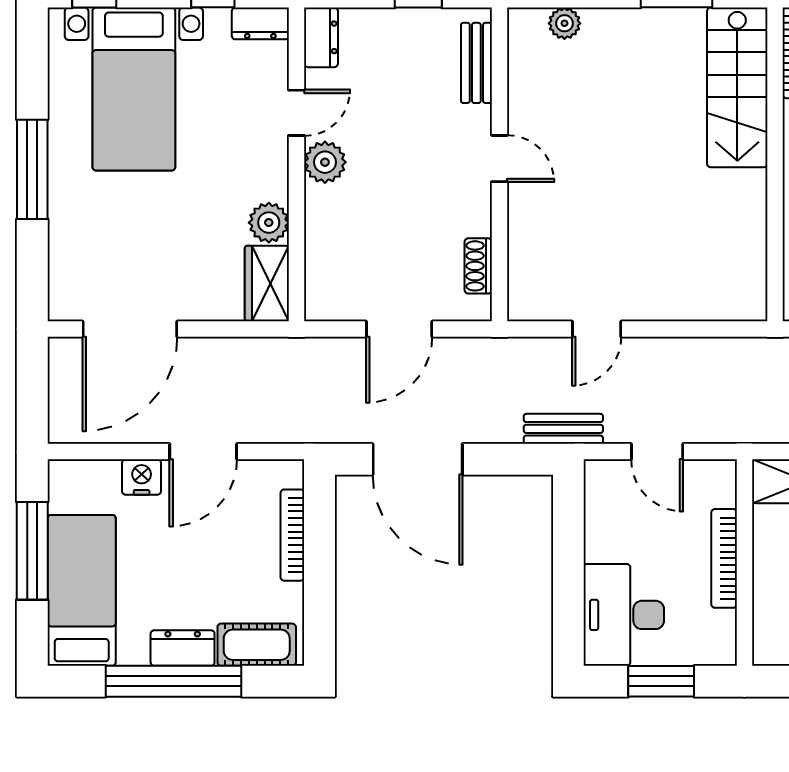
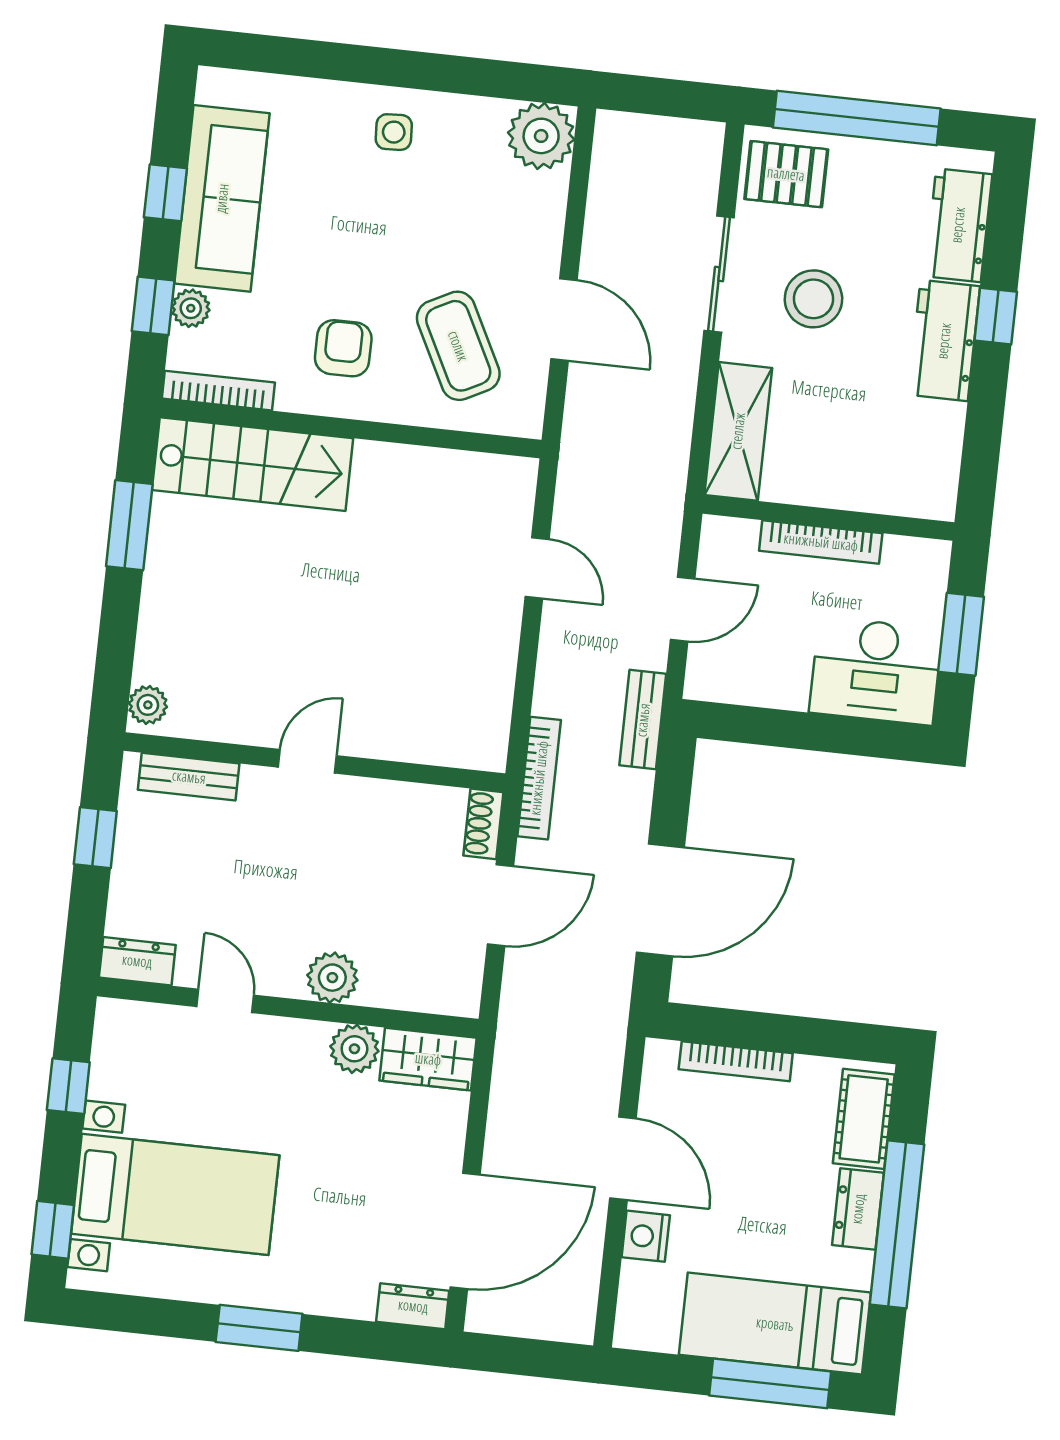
dresser: (260, 23) -> (413, 1306), moved, turned -90
plant: (564, 23) -> (148, 705), moved
plant: (325, 162) -> (332, 978), moved
window: (32, 169) -> (259, 1328), width x0.69
shoe rack: (478, 266) -> (483, 824), moved, turned 90
door: (130, 329) -> (465, 1231), hinge flipped
door: (399, 329) -> (500, 905), hinge flipped
door: (597, 329) -> (537, 568), moved
bookcase: (506, 349) -> (539, 778), added
window: (32, 551) -> (770, 1383), moved

